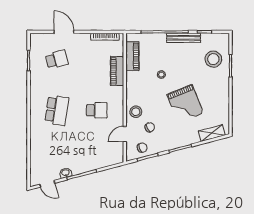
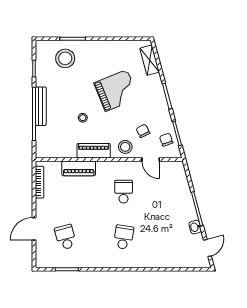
bench: (184, 38) -> (41, 106), moved
piano: (132, 56) -> (94, 151), moved
school desk: (57, 110) -> (124, 237), width x0.54

